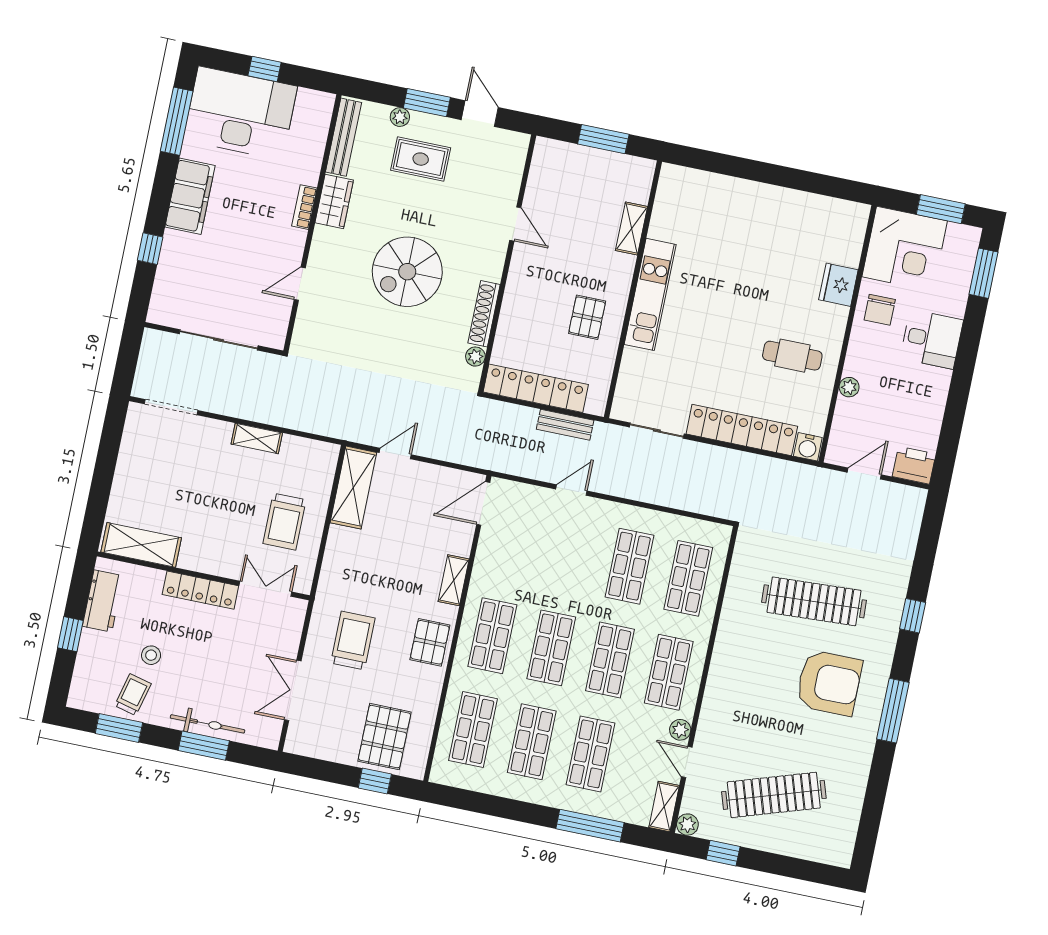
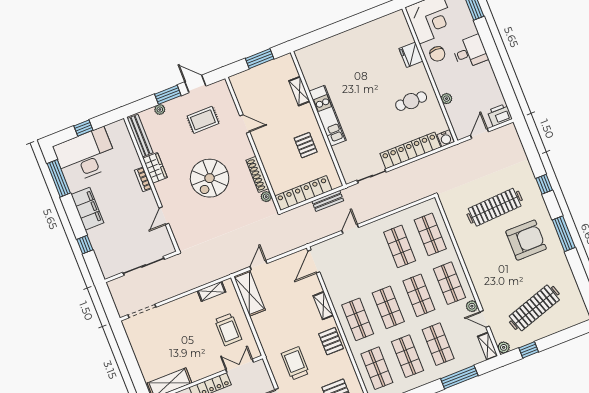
rug: (421, 159) -> (203, 120), moved
shelving: (257, 438) -> (211, 291), moved

